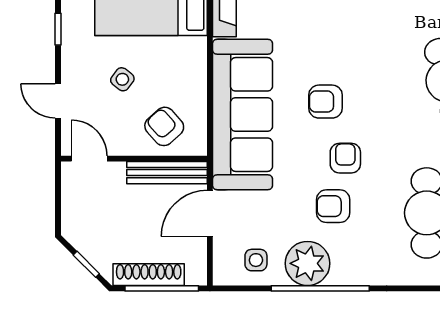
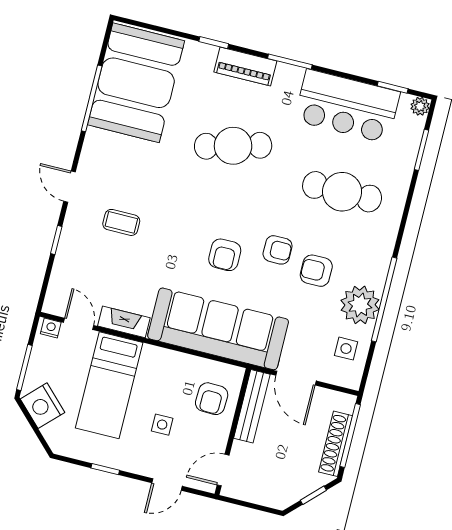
side table: (122, 79) -> (162, 425), turned -38
armchair: (164, 126) -> (212, 399), turned -46
armchair: (345, 158) -> (278, 250), turned 180
armchair: (333, 206) -> (316, 271), turned 90

